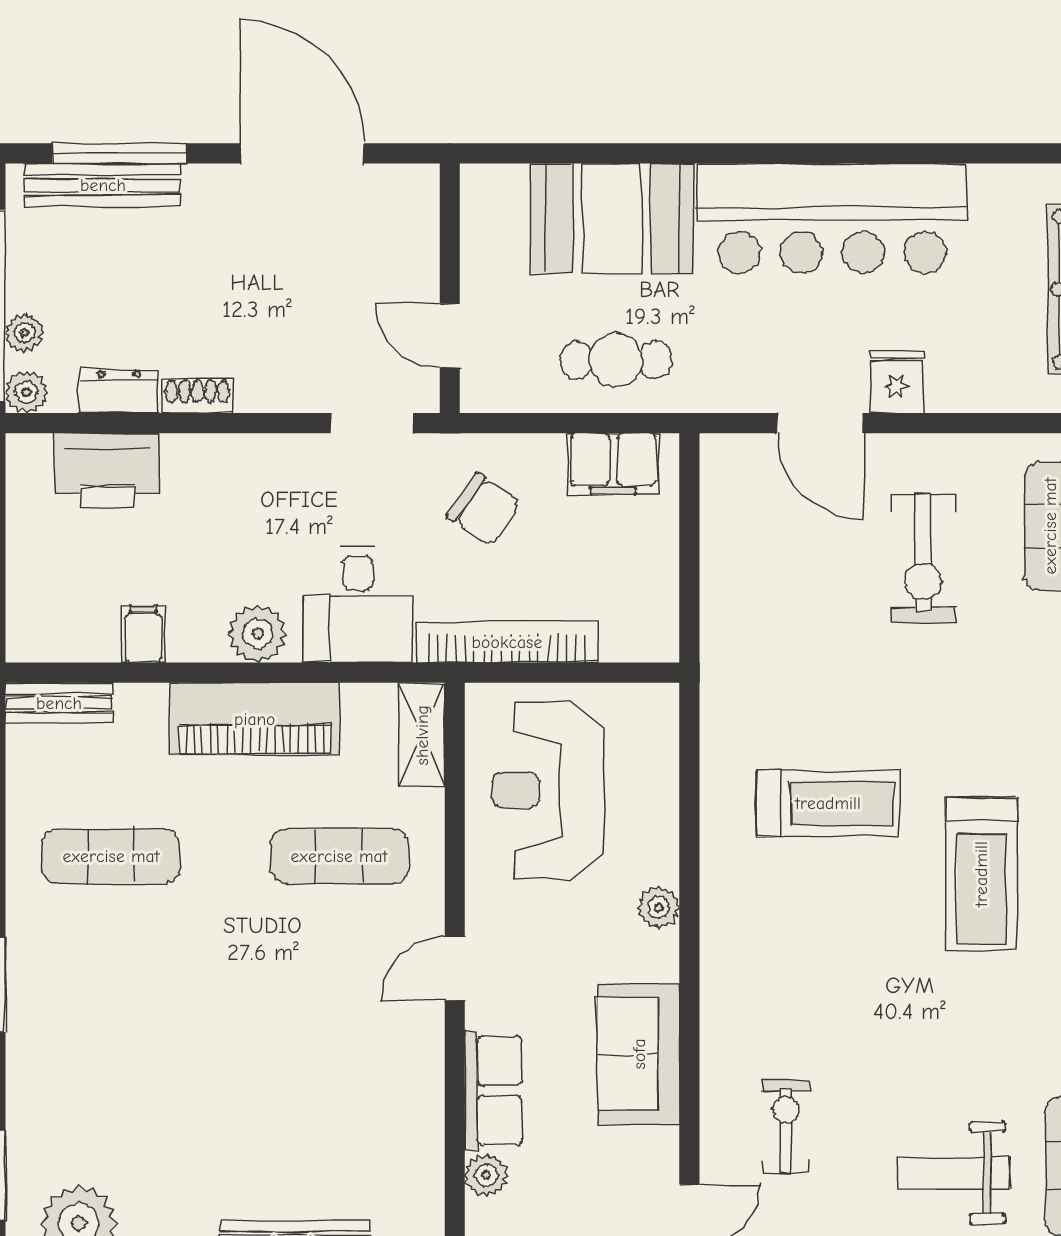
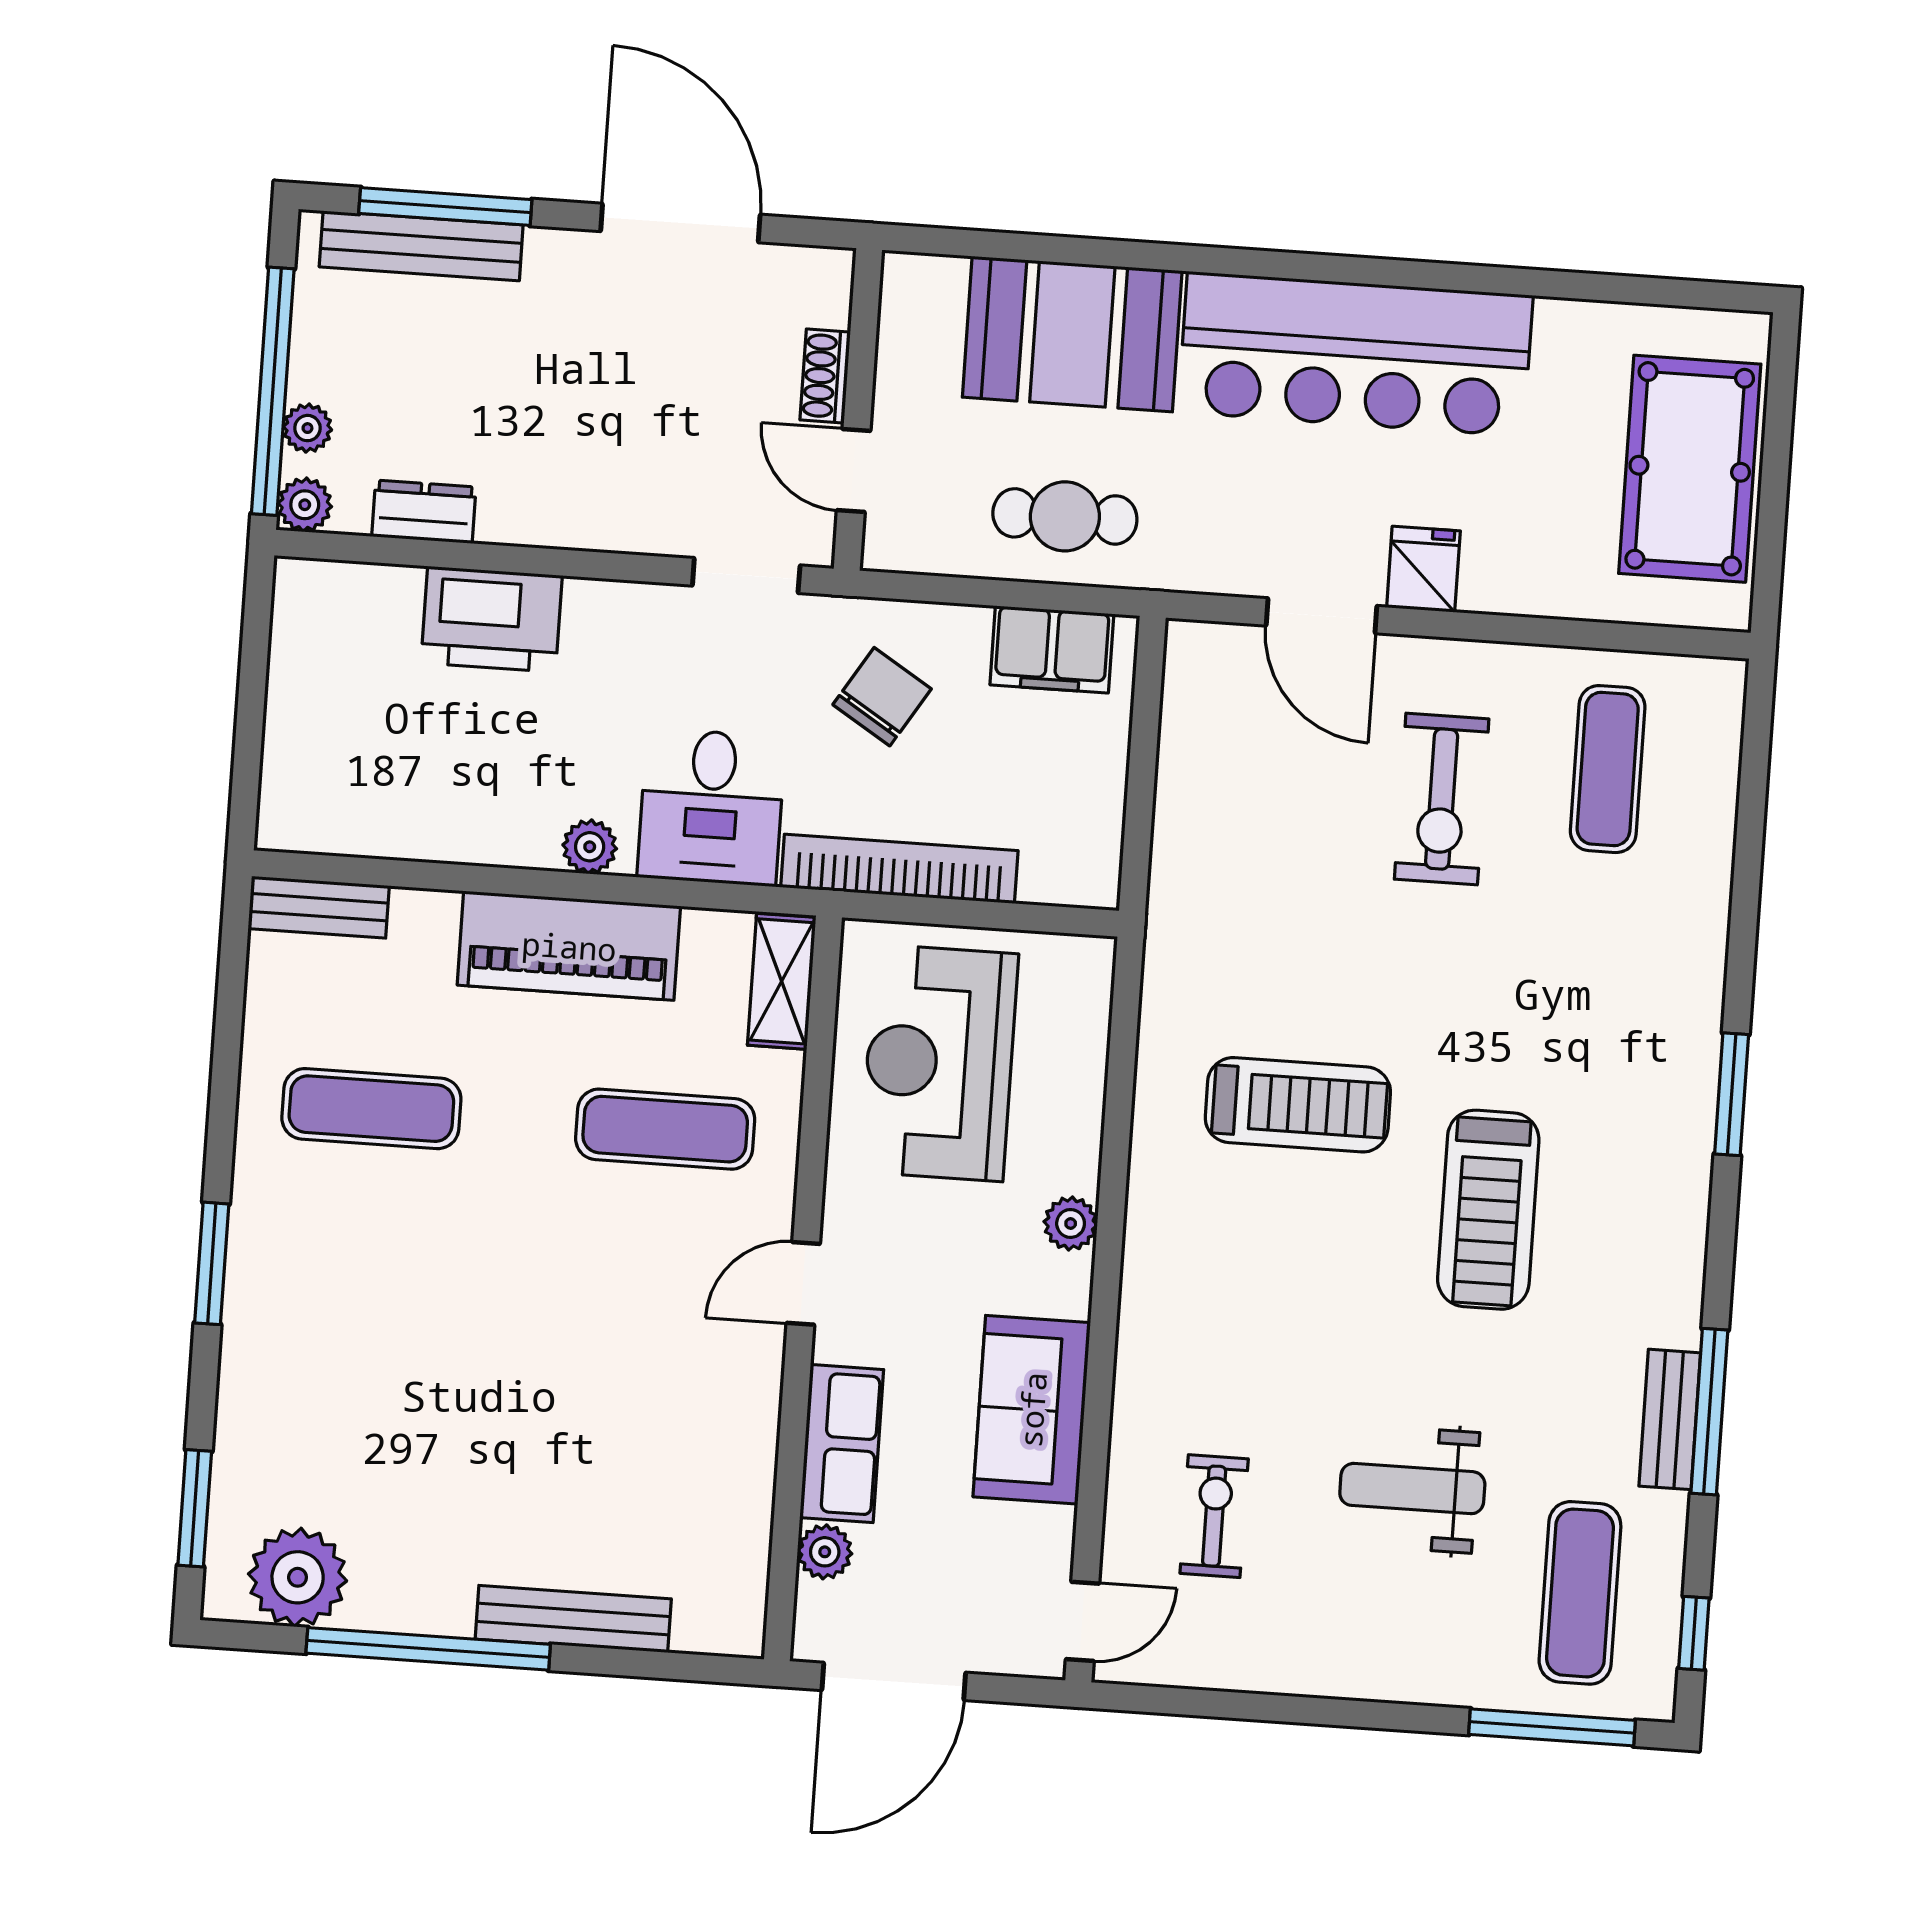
shoe rack: (197, 396) -> (825, 376), moved, turned -90
printer: (107, 471) -> (492, 619), moved
chair: (484, 510) -> (882, 697), turned -93
filing cabinet: (143, 634) -> (433, 826), removed
plant: (258, 634) -> (590, 847), width x0.73, depth x0.73
weight bench: (954, 1173) -> (1412, 1489), moved

